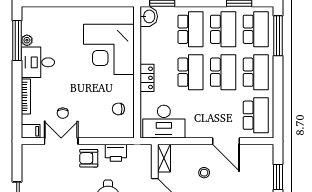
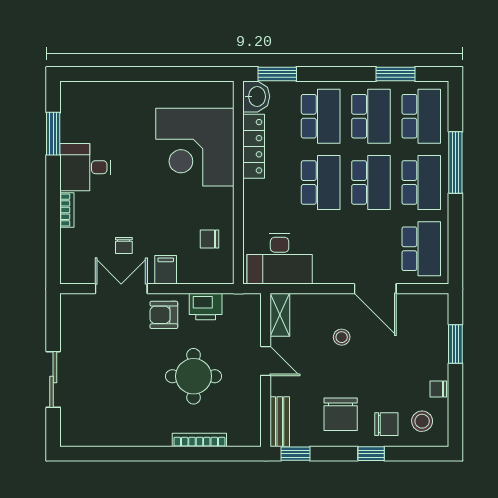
window: (278, 36) -> (455, 163), moved
plant: (27, 40) -> (69, 133), removed
window: (17, 41) -> (53, 134), width x0.69
locker: (147, 78) -> (254, 146), moved, width x1.53
bookcase: (26, 96) -> (67, 210), width x0.64
filing cabinet: (31, 131) -> (166, 270), moved, turned -90

